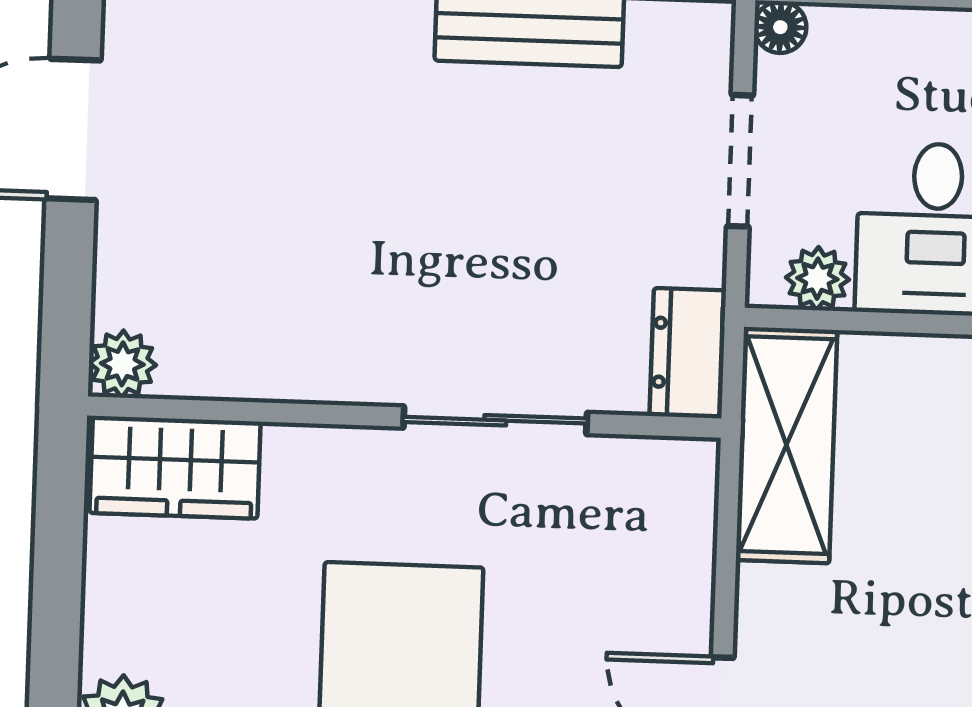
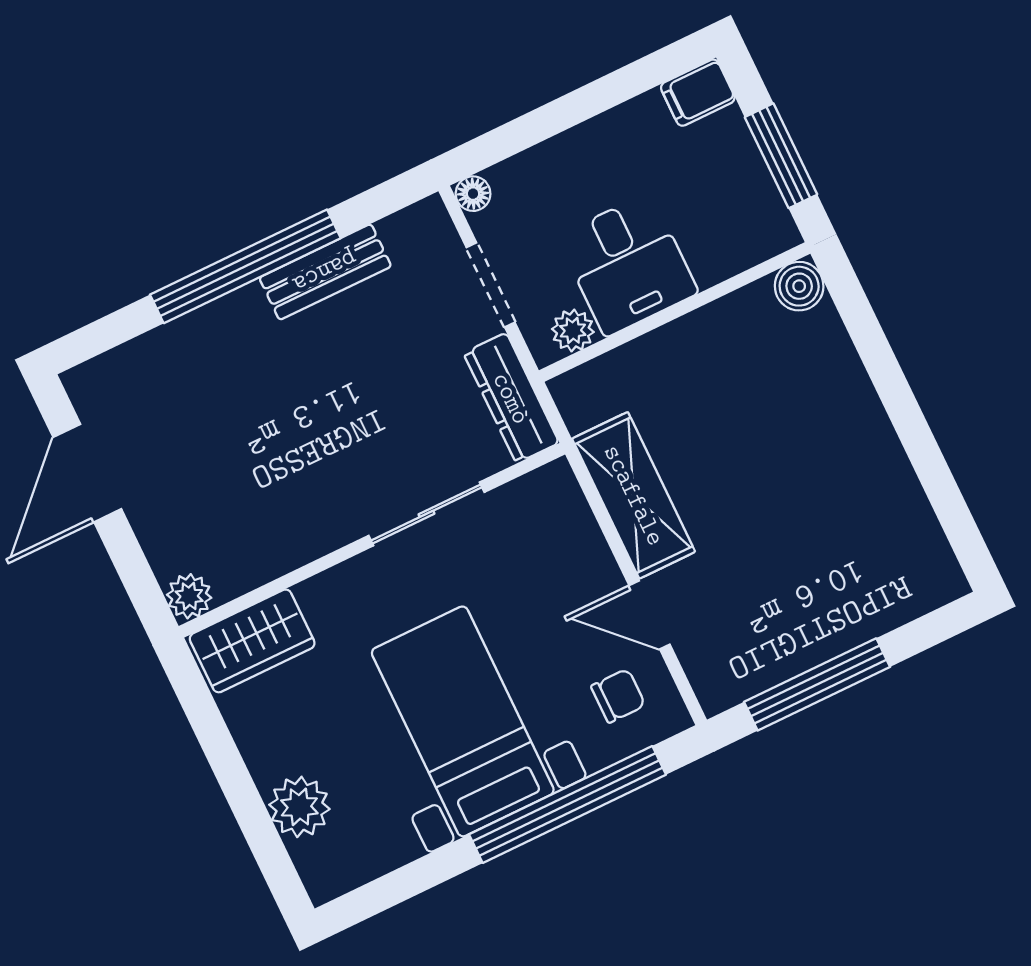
dresser: (688, 353) -> (511, 398), width x1.44
shelving: (786, 445) -> (634, 495), moved

